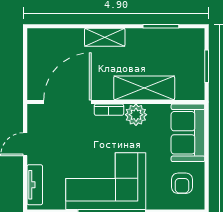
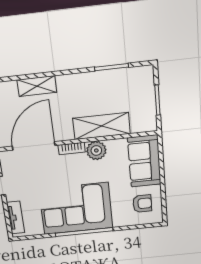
shelving: (105, 37) -> (37, 86), moved
armchair: (182, 183) -> (142, 204), turned -90

